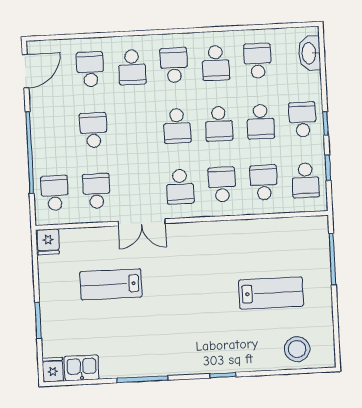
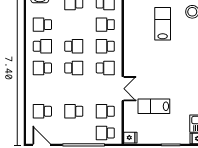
school desk: (132, 67) -> (42, 90), removed
school desk: (261, 122) -> (74, 25), removed
lab bench: (111, 284) -> (154, 106), turned 90

